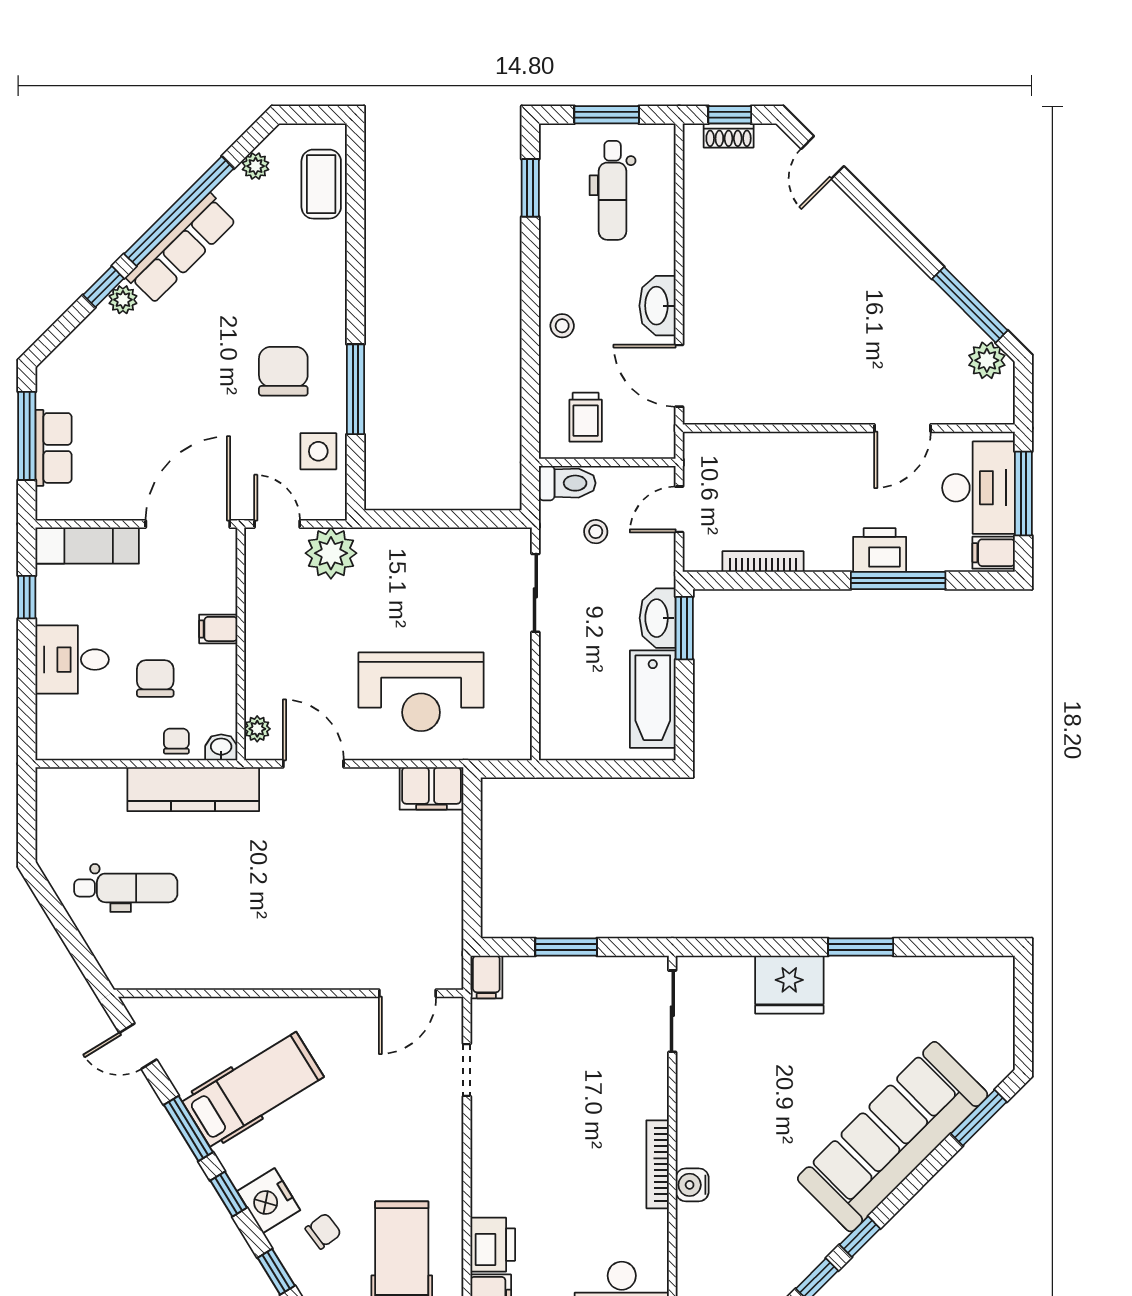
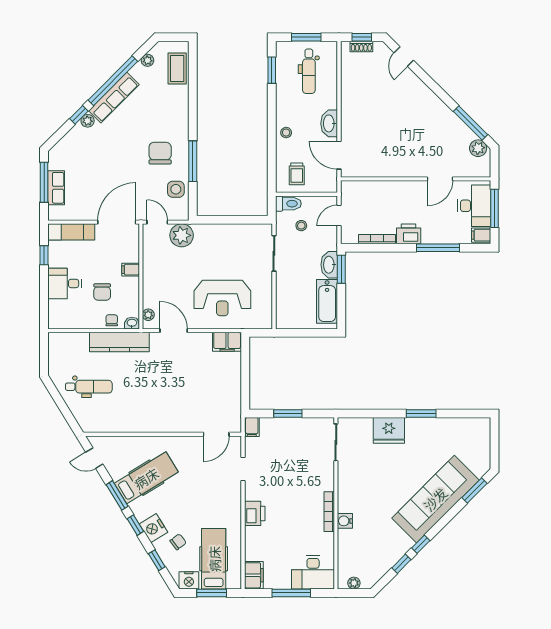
printer: (880, 550) -> (409, 234), moved
chair: (155, 678) -> (102, 292), turned 180
printer: (493, 1245) -> (255, 513), moved

